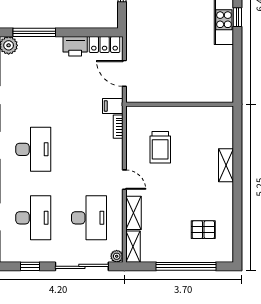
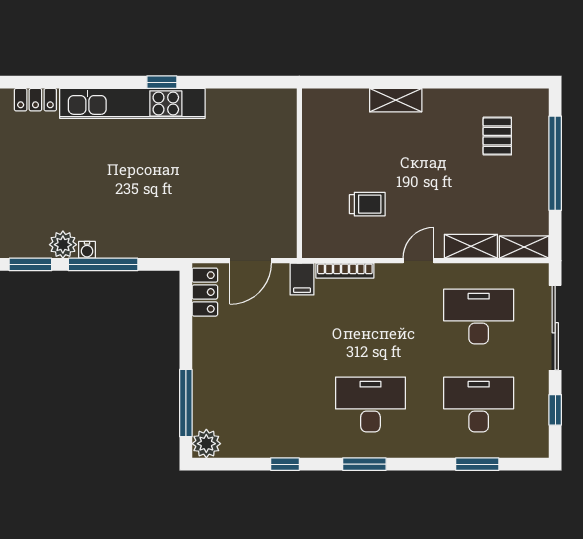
printer: (75, 46) -> (208, 338), removed
bookcase: (118, 127) -> (345, 271), width x1.56
trolley: (160, 147) -> (367, 204), width x0.73, depth x0.72
plant: (117, 256) -> (539, 273), removed

